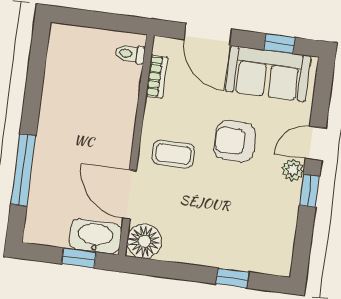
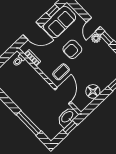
door: (130, 194) -> (63, 96), swing flipped
floor lamp: (144, 241) -> (93, 91), moved

